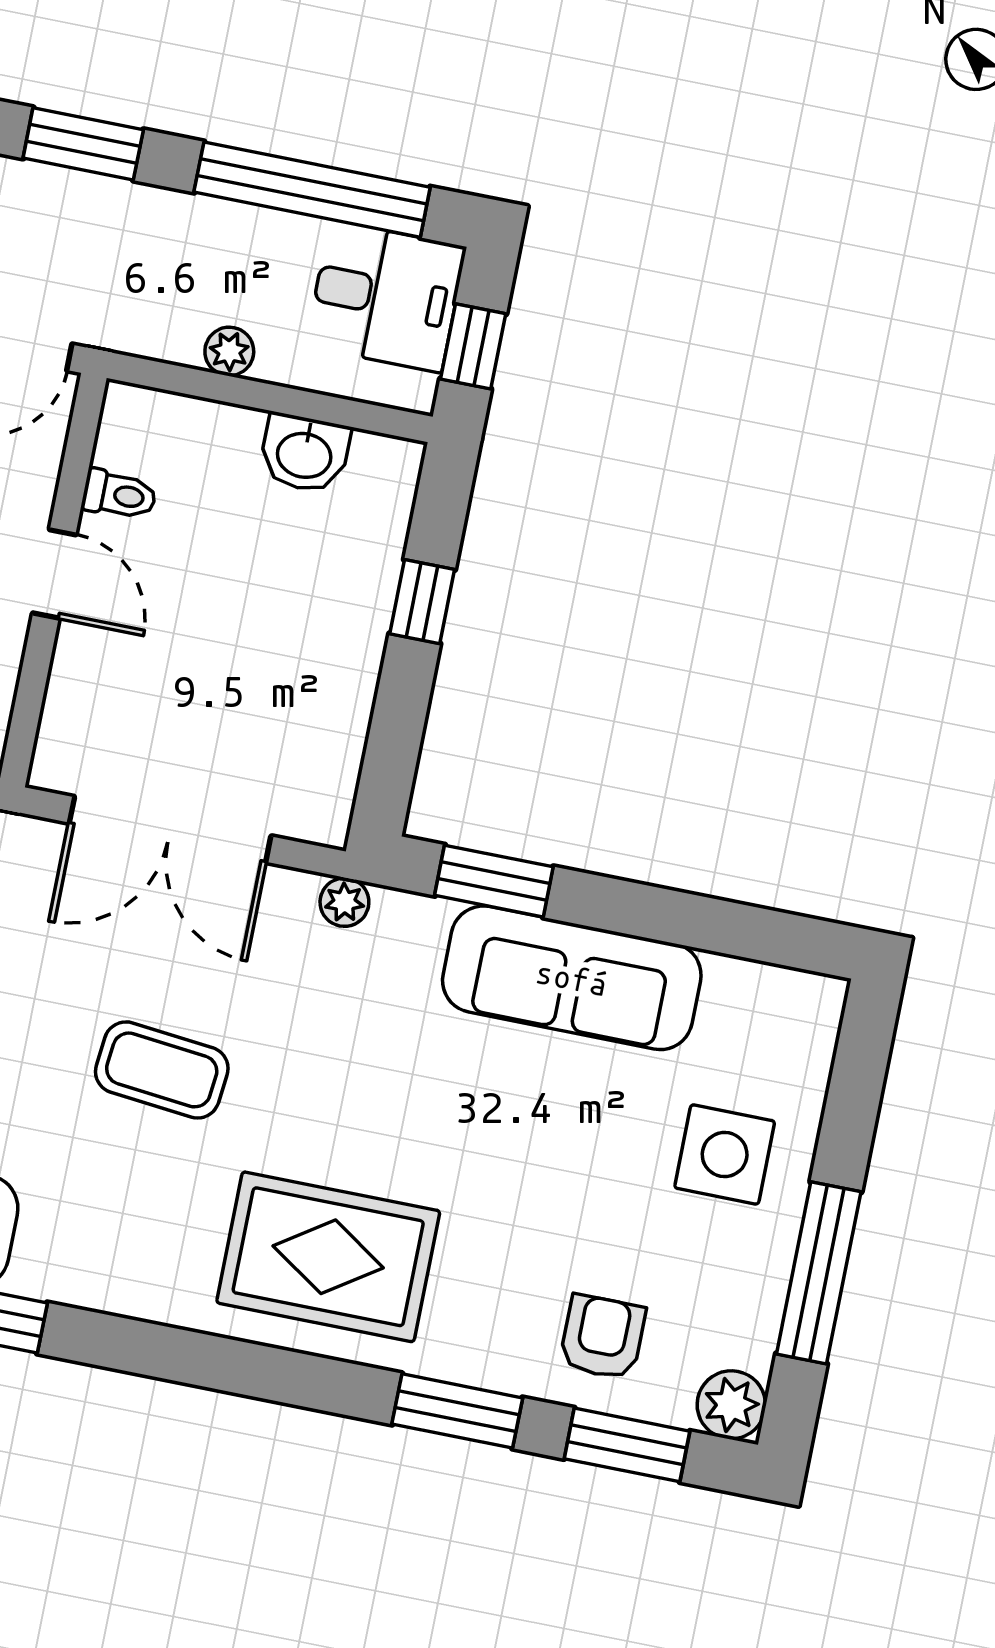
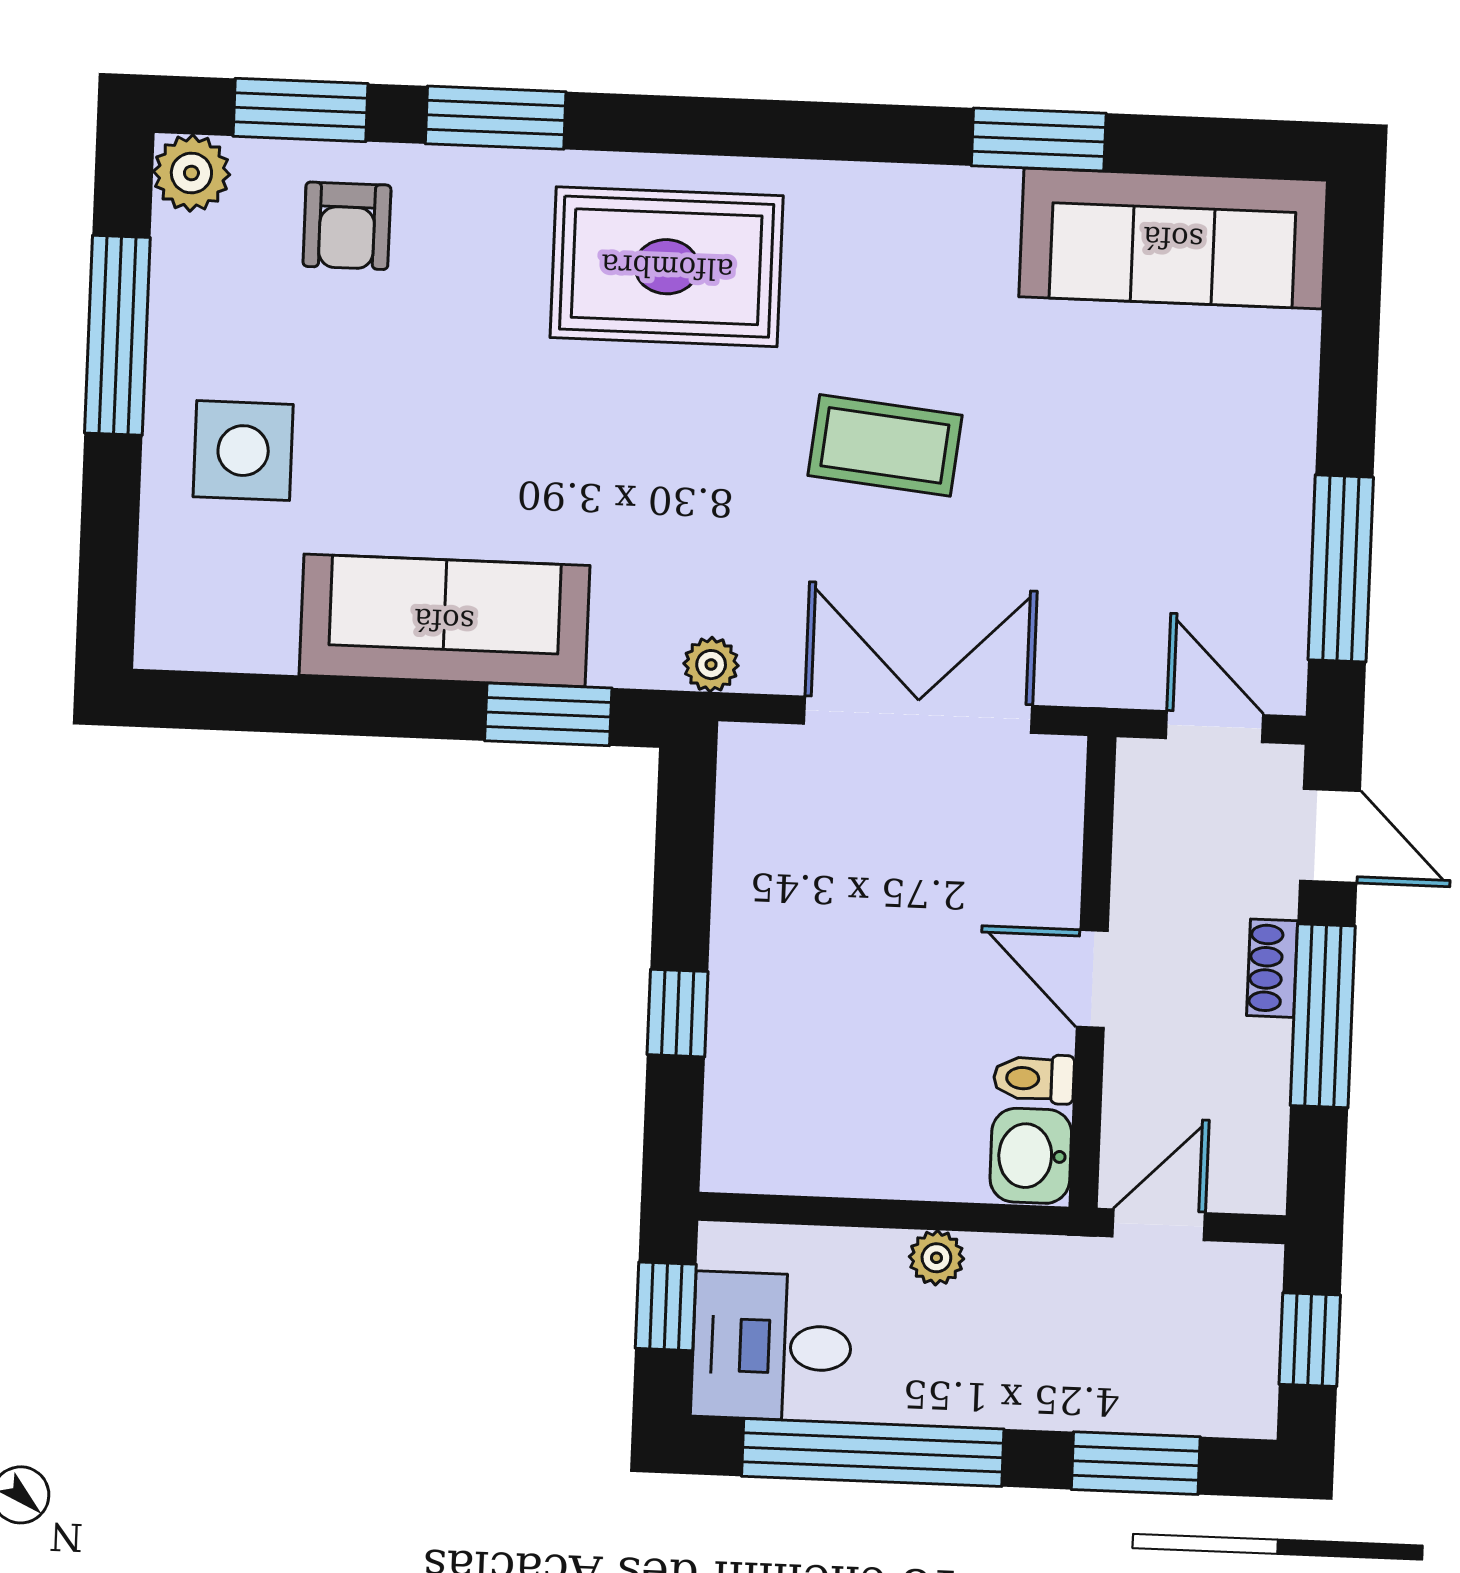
washbasin: (305, 453) -> (1031, 1156), moved, turned -90

